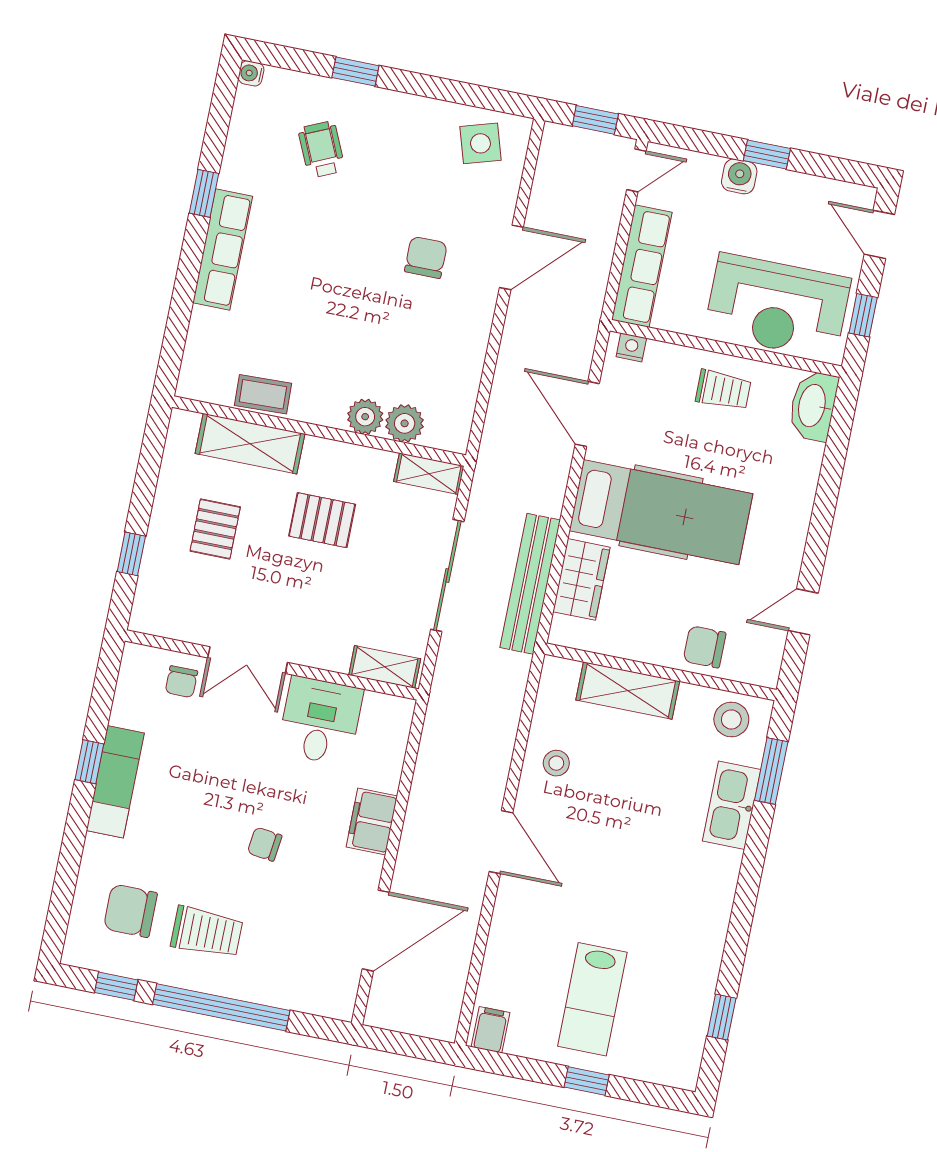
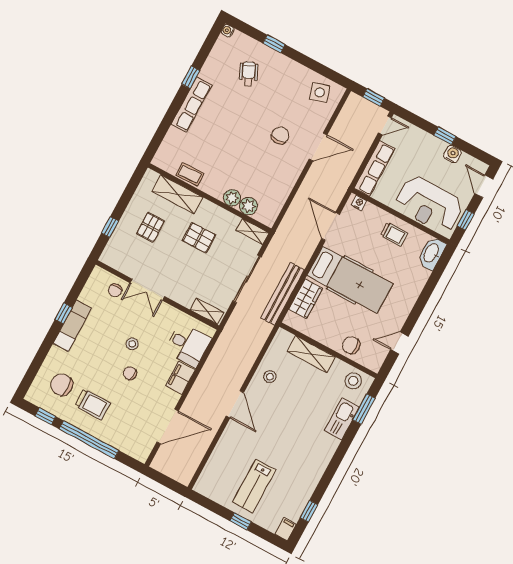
water cooler: (739, 176) -> (452, 154), moved
desk: (320, 721) -> (188, 345), moved, turned 90
stool: (250, 782) -> (132, 344), added
filing cabinet: (491, 1030) -> (286, 529), moved

